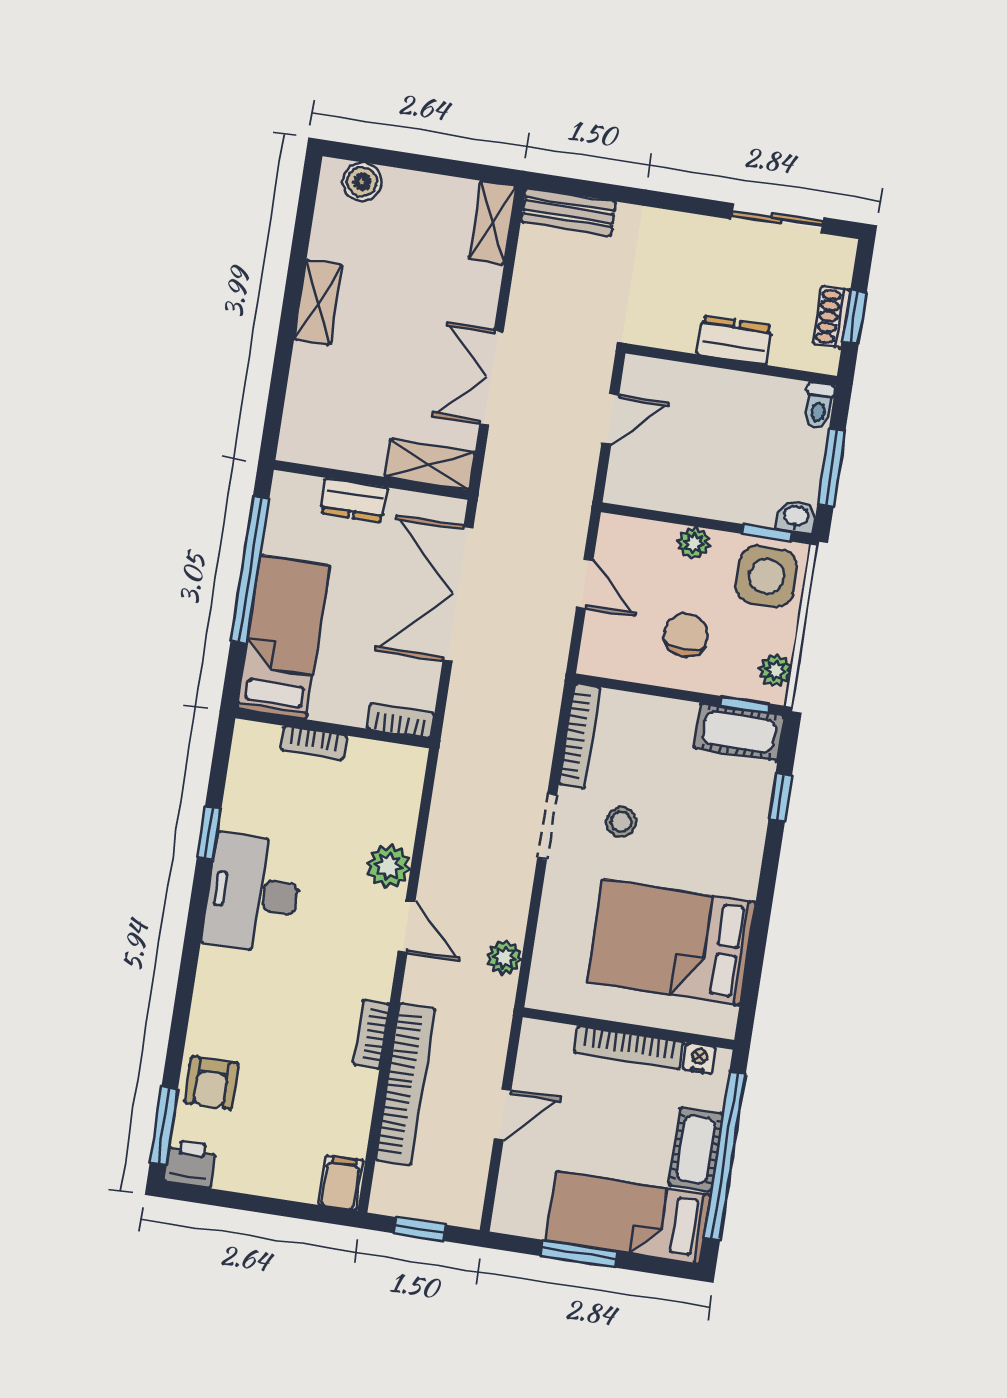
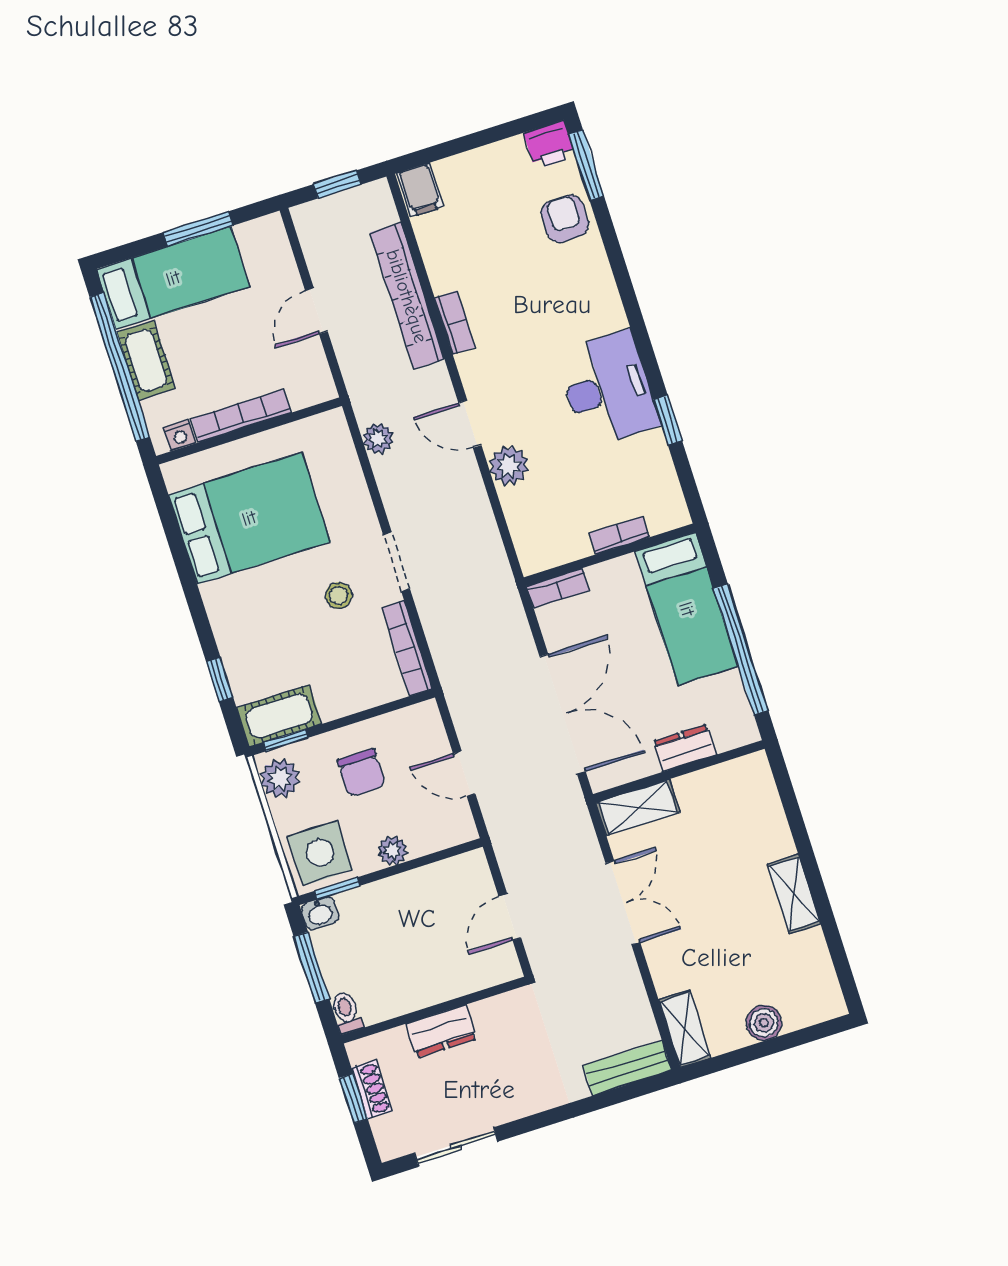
boiler: (362, 182) -> (764, 1023), moved
plant: (775, 671) -> (280, 778), width x1.38, depth x1.38

